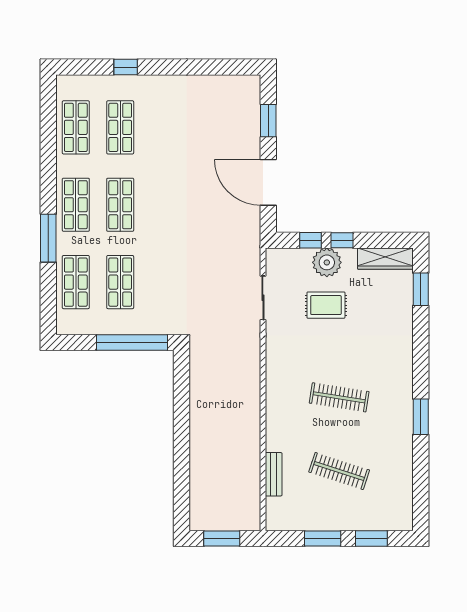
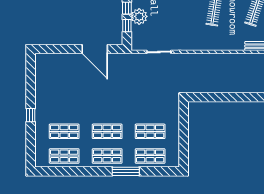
window: (126, 67) -> (31, 115), moved
window: (268, 121) -> (60, 49), removed
door: (268, 182) -> (95, 49), hinge flipped
rug: (326, 305) -> (163, 17), removed
window: (132, 342) -> (184, 125), removed

